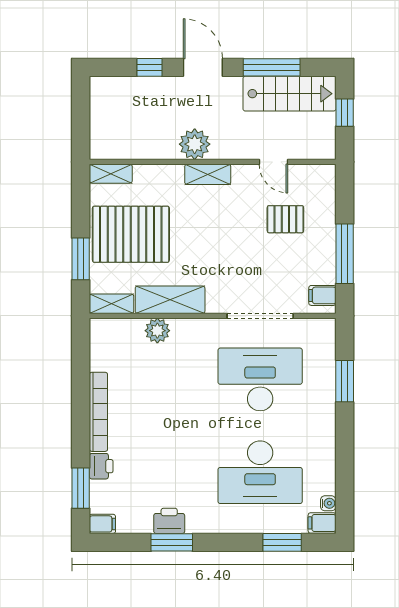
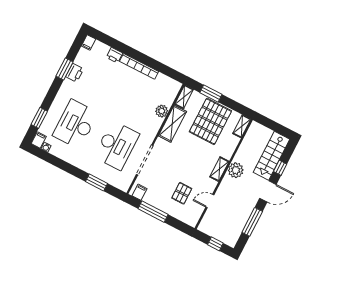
stairs: (289, 94) -> (272, 156), moved
window: (81, 488) -> (109, 41), removed

